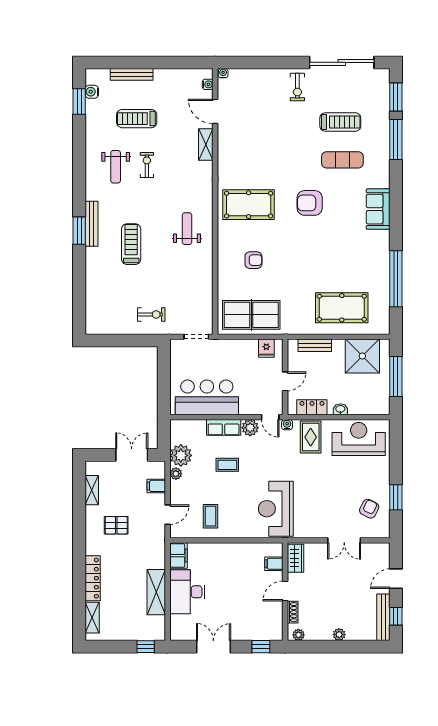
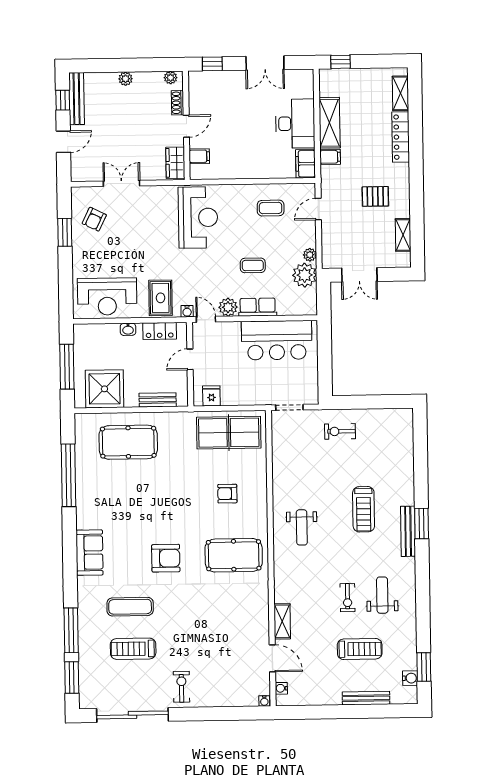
filing cabinet: (156, 486) -> (330, 157), moved
coffee table: (210, 516) -> (271, 208), turned 90

